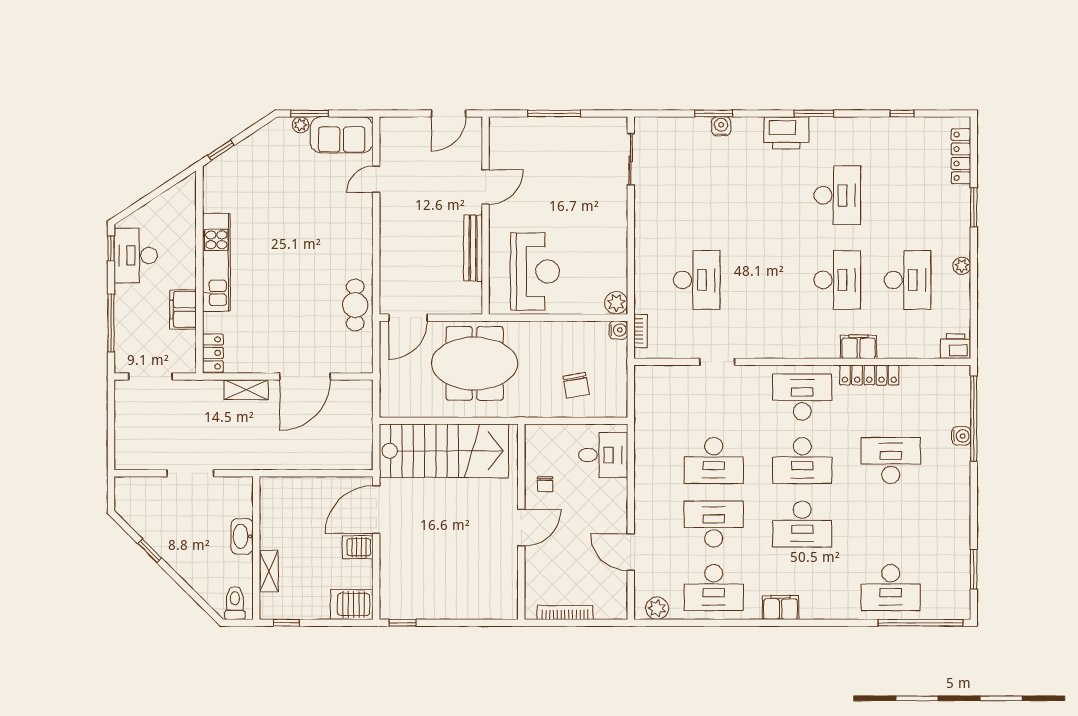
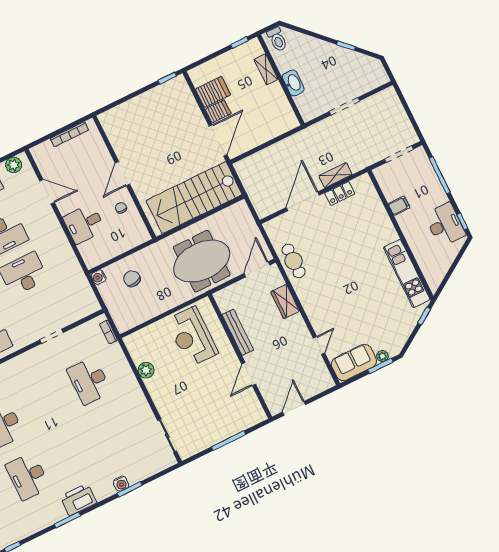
wardrobe: (392, 258) -> (285, 301), added
kitchen unit: (216, 262) -> (407, 273), moved
plant: (616, 303) -> (146, 370), moved
filing cabinet: (183, 309) -> (399, 206), width x0.50
water cooler: (618, 330) -> (99, 277), moved
locker: (213, 353) -> (340, 193), moved, turned -90
desk: (603, 455) -> (84, 224), moved
server rack: (352, 604) -> (213, 92), moved

